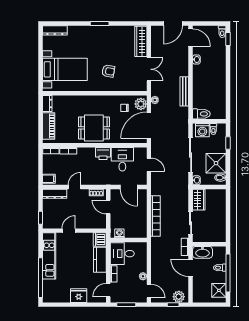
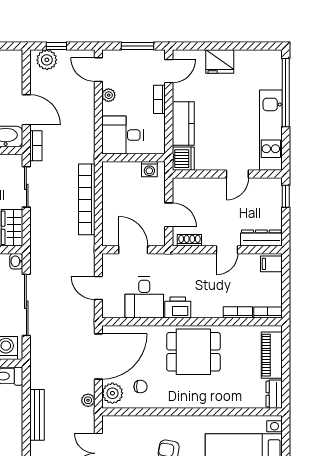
desk: (122, 254) -> (123, 135), moved, turned 180

